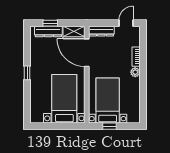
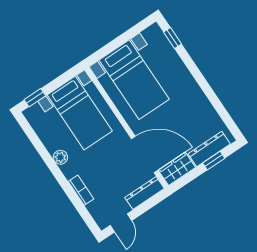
plant: (135, 72) -> (60, 157), moved
window: (27, 73) -> (172, 38), moved
window: (110, 126) -> (35, 98), moved

